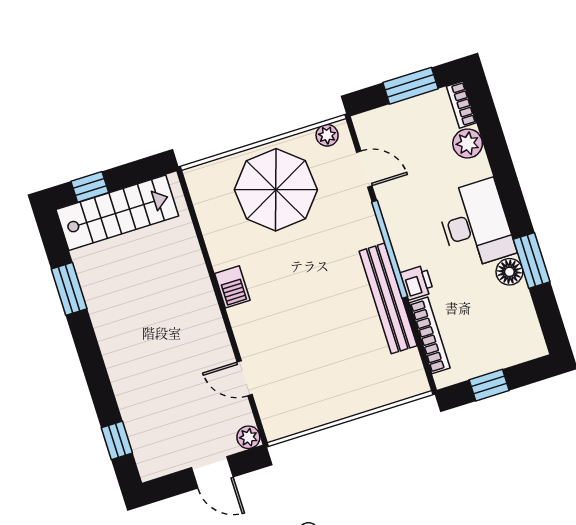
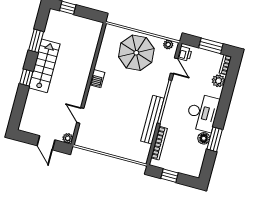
stairs: (117, 213) -> (44, 66), moved, turned -90
printer: (417, 283) -> (185, 54), moved
window: (117, 440) -> (26, 77), moved

